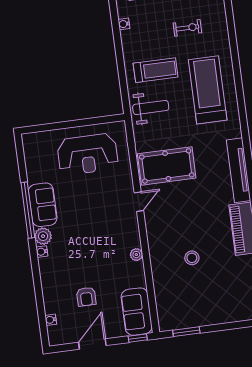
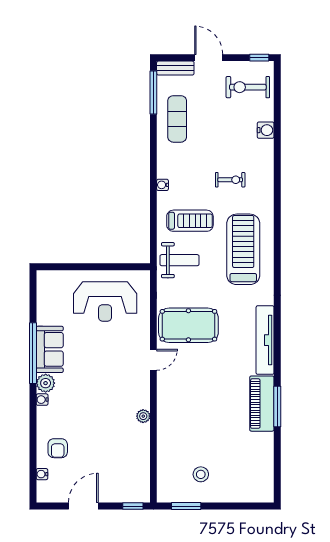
water cooler: (124, 24) -> (162, 185), moved
stool: (192, 258) -> (201, 474), moved
armchair: (86, 297) -> (58, 448), moved
sofa: (137, 312) -> (135, 477), removed

